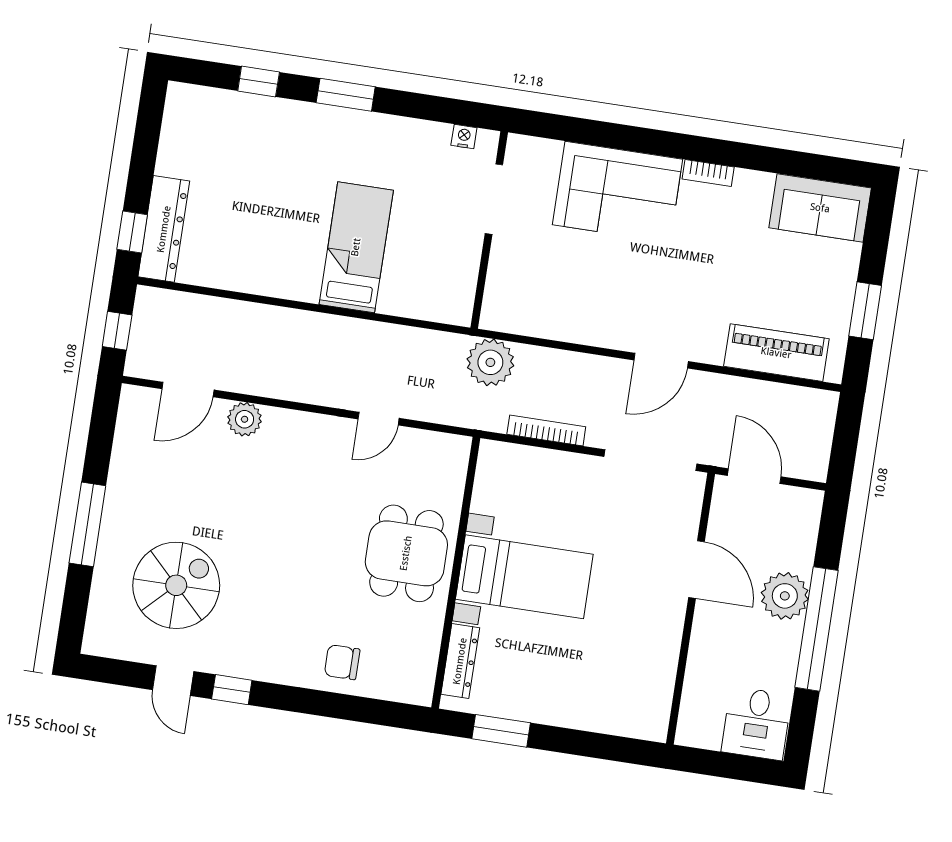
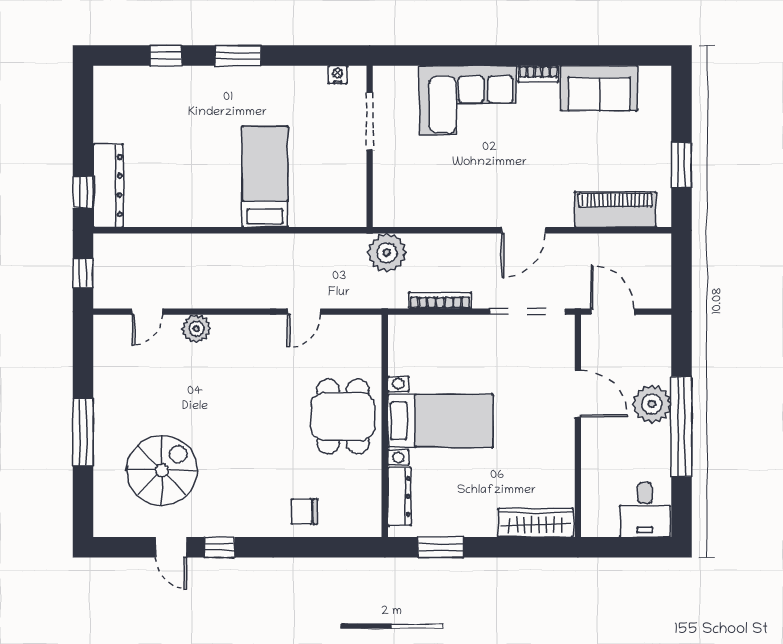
sofa: (820, 208) -> (599, 88), moved
door: (188, 389) -> (147, 312), width x0.73
wardrobe: (621, 719) -> (536, 523), added

